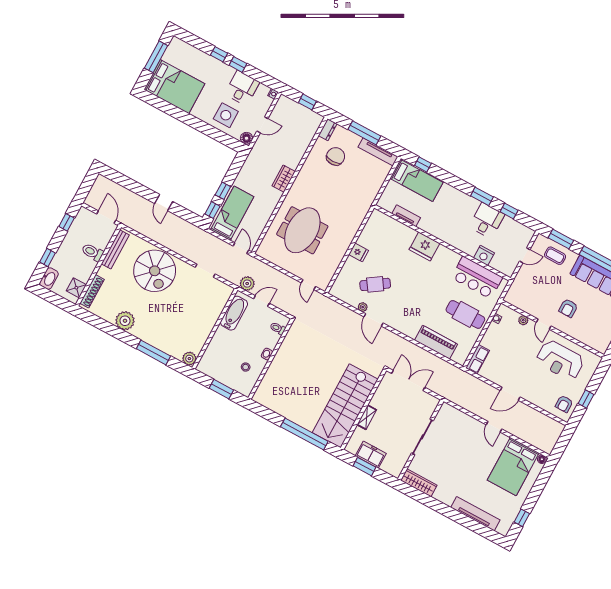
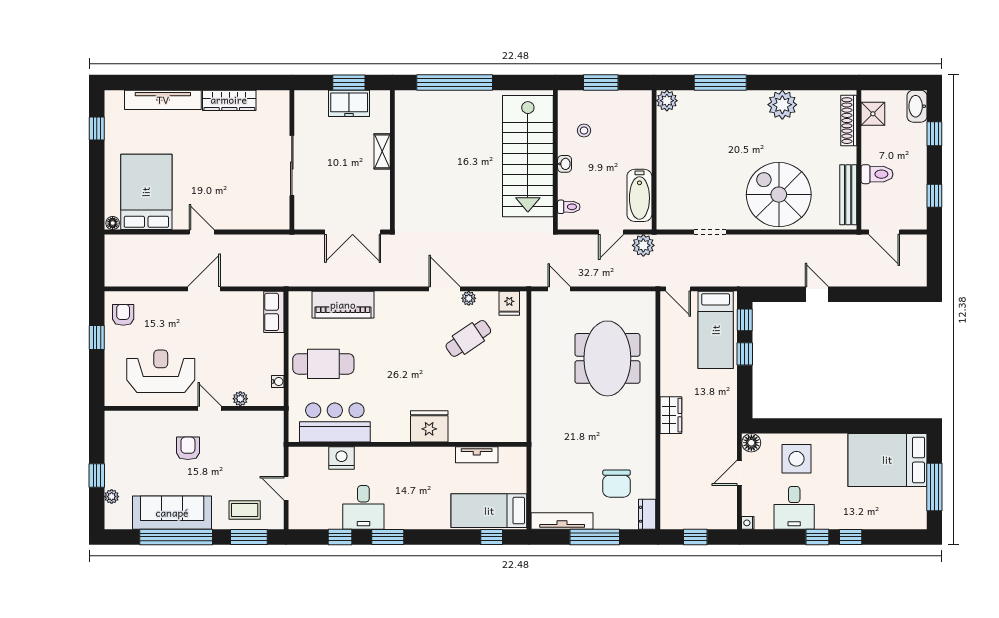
fridge: (359, 252) -> (509, 303), moved, turned -90
door: (525, 255) -> (286, 488), hinge flipped
stairs: (345, 406) -> (528, 156), moved, turned 180
wardrobe: (419, 483) -> (229, 100), moved

